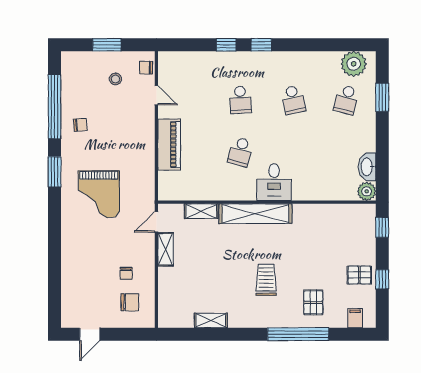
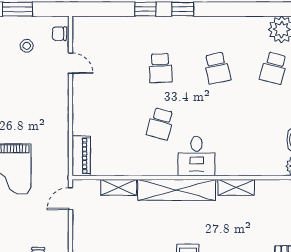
piano: (169, 145) -> (81, 156), moved, width x0.73, depth x0.75
shelving: (166, 249) -> (236, 187), moved, turned 90

